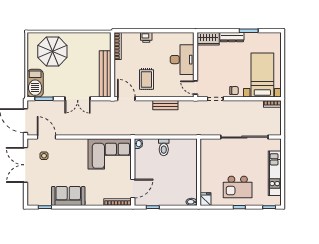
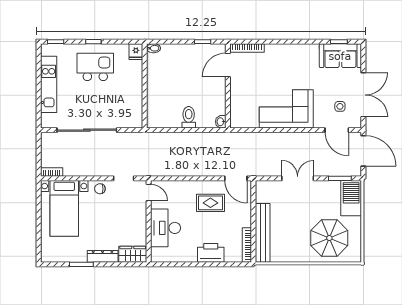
printer: (146, 37) -> (211, 253), width x1.87, depth x1.48
bench: (105, 74) -> (263, 233), moved
rug: (146, 79) -> (210, 203), turned 90
bench: (165, 105) -> (187, 170), removed
corner sofa: (109, 154) -> (286, 109), moved
sofa: (68, 196) -> (340, 56), moved

